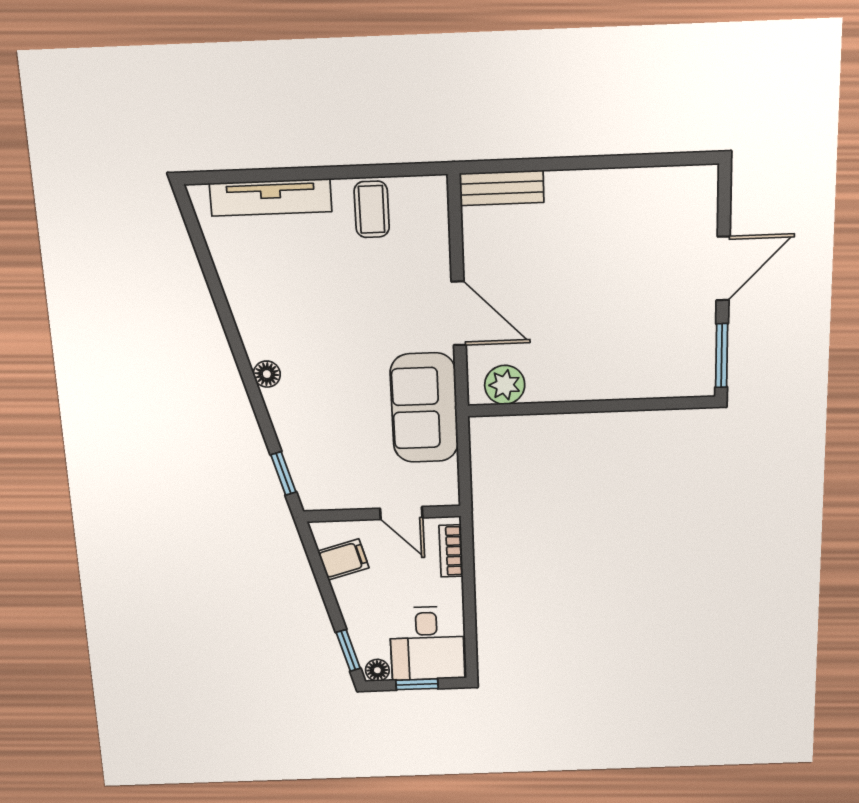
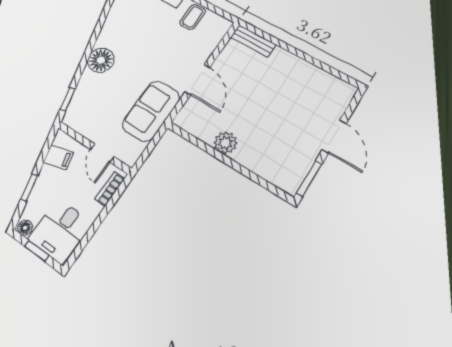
door: (723, 269) -> (334, 136), hinge flipped
floor lamp: (267, 374) -> (101, 60), width x1.89, depth x1.89
plant: (505, 385) -> (226, 143), moved
window: (348, 650) -> (29, 187), moved

